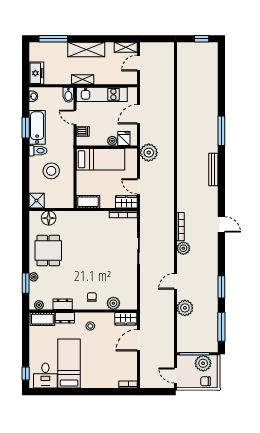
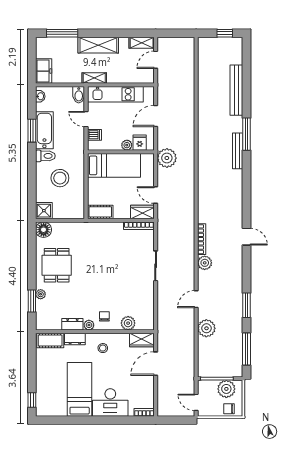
bench: (212, 91) -> (236, 90), added
bench: (213, 170) -> (238, 151), moved
floor lamp: (49, 218) -> (44, 230), moved
plant: (39, 305) -> (89, 325), moved
desk: (45, 376) -> (110, 402), moved, width x1.37

